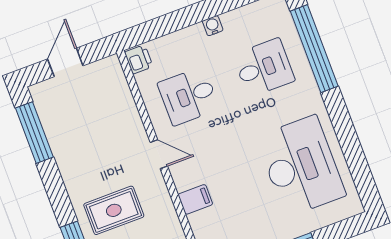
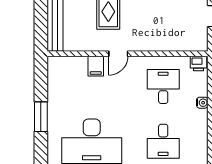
water cooler: (213, 26) -> (202, 103), moved
door: (159, 154) -> (118, 54), moved

